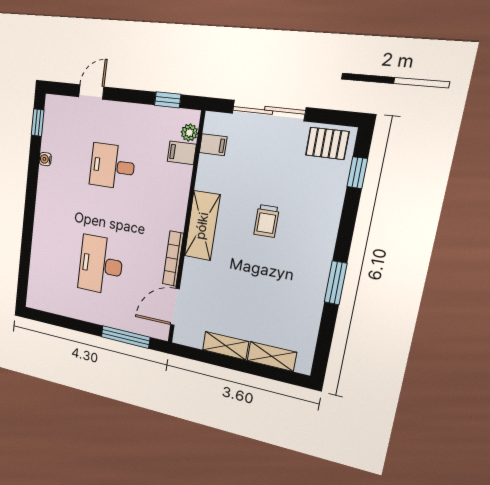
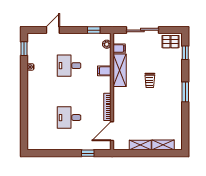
filing cabinet: (182, 153) -> (104, 71), moved
shelving: (202, 226) -> (120, 70), moved
desk: (101, 265) -> (69, 118), width x0.73
window: (336, 283) -> (185, 92), moved
window: (125, 337) -> (88, 153), width x0.46

